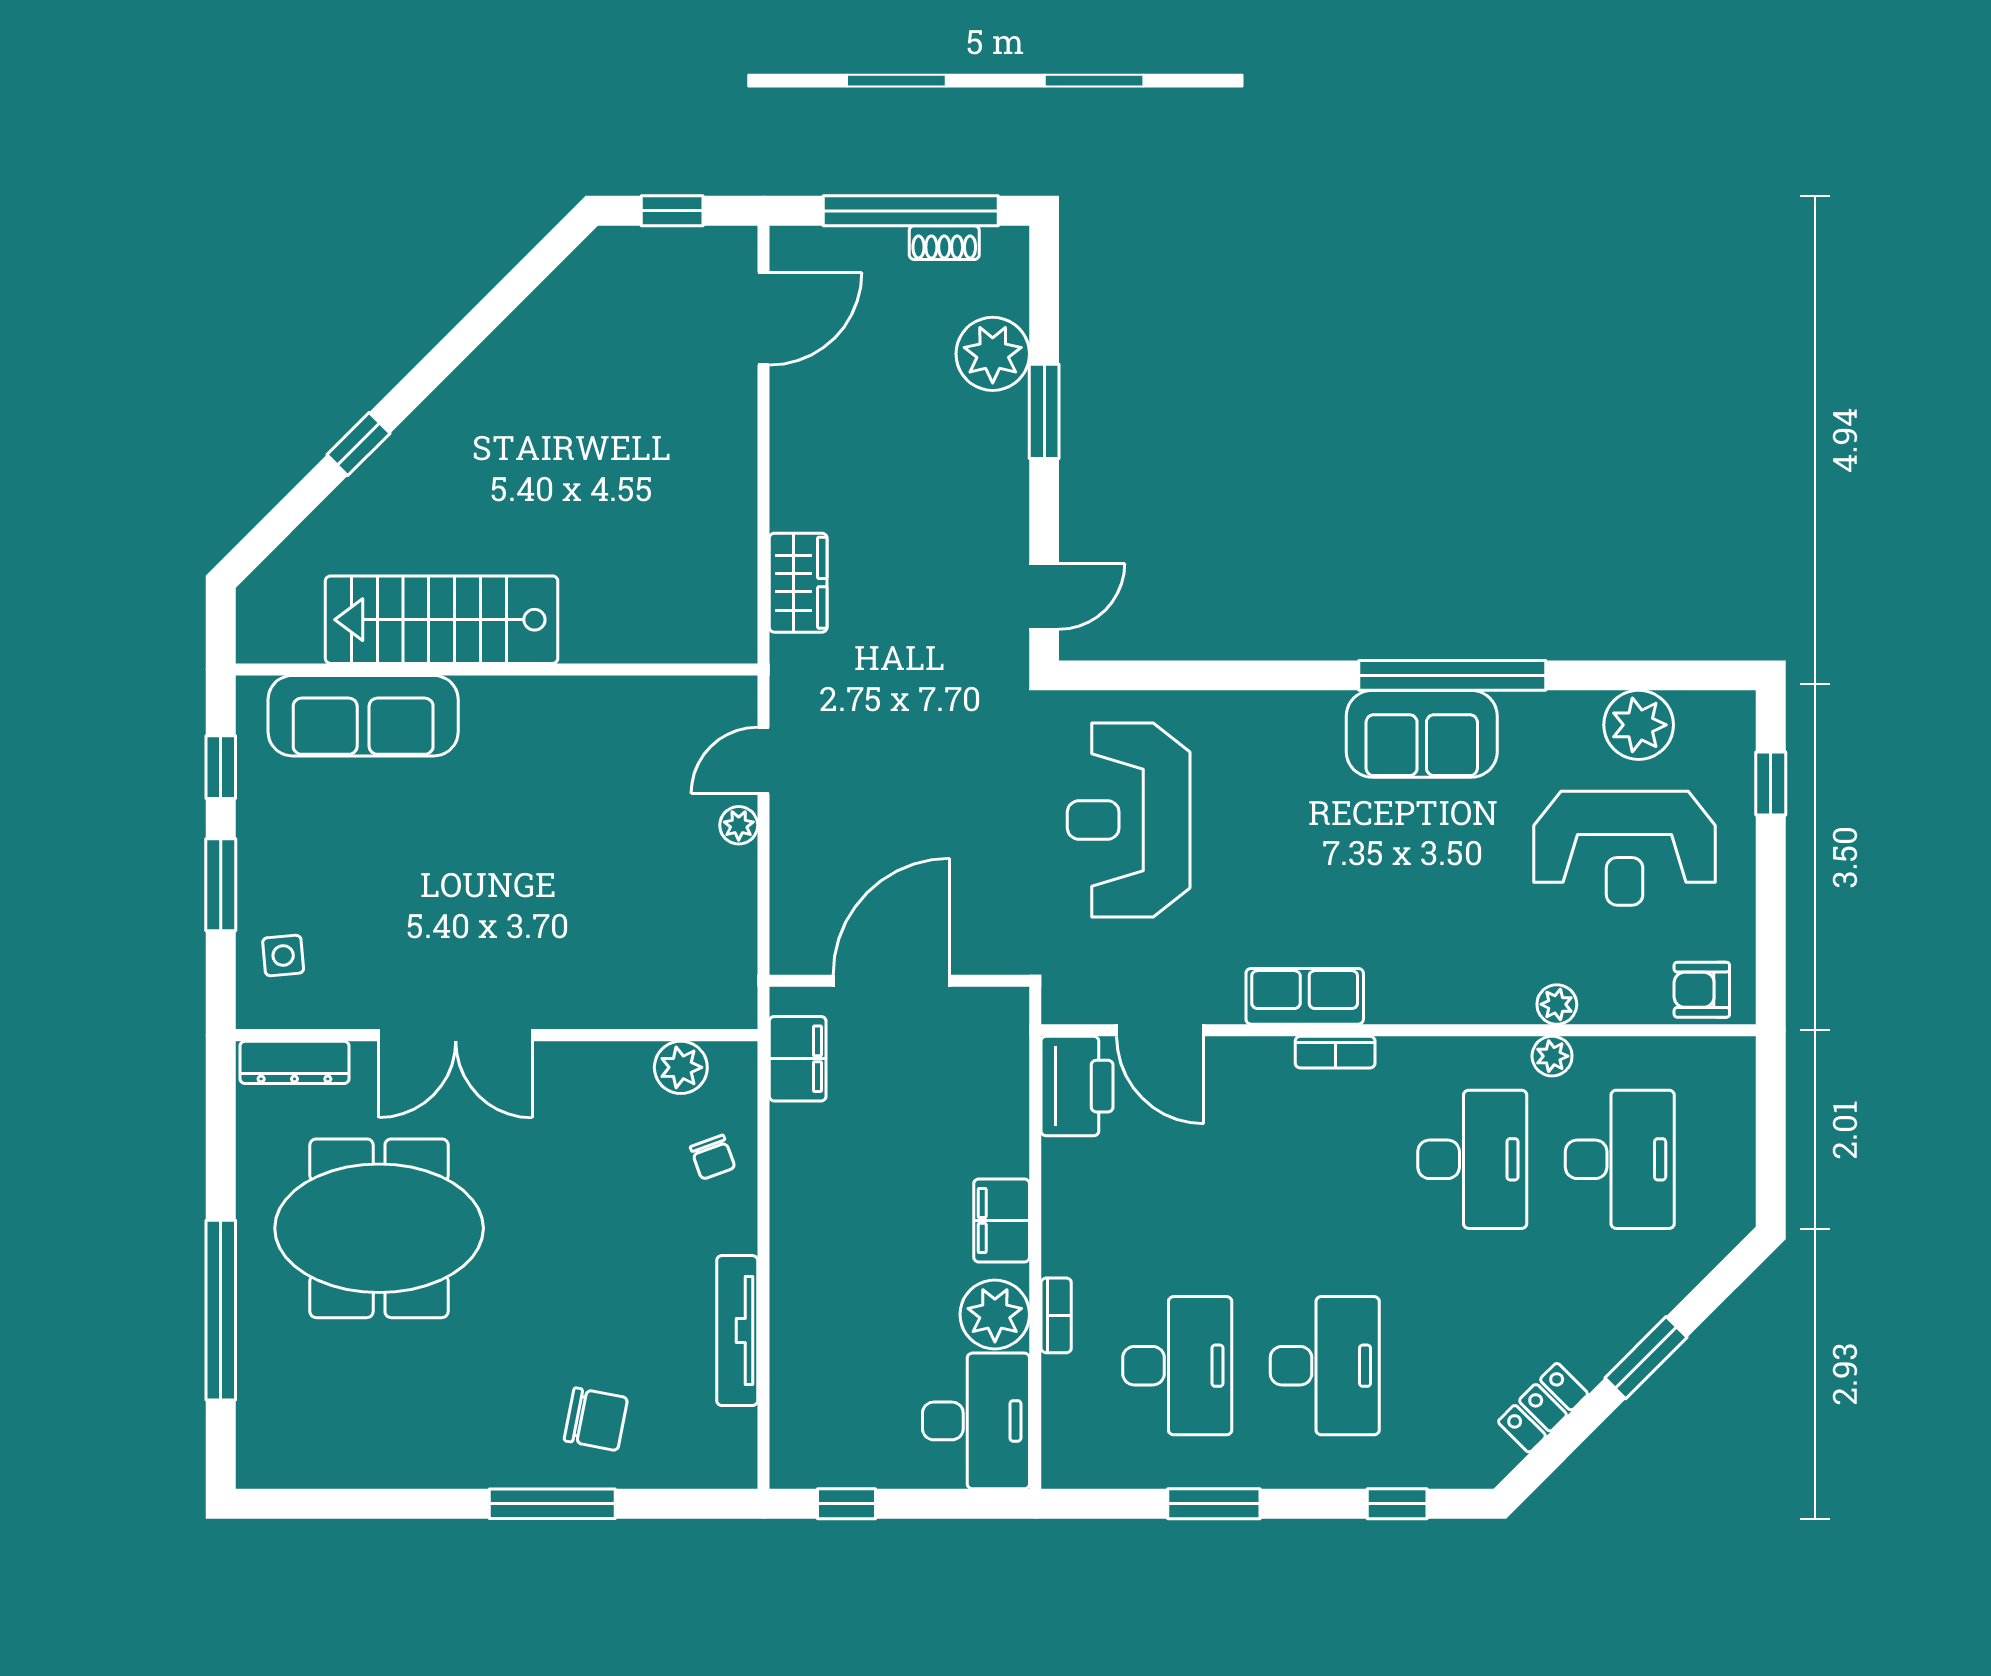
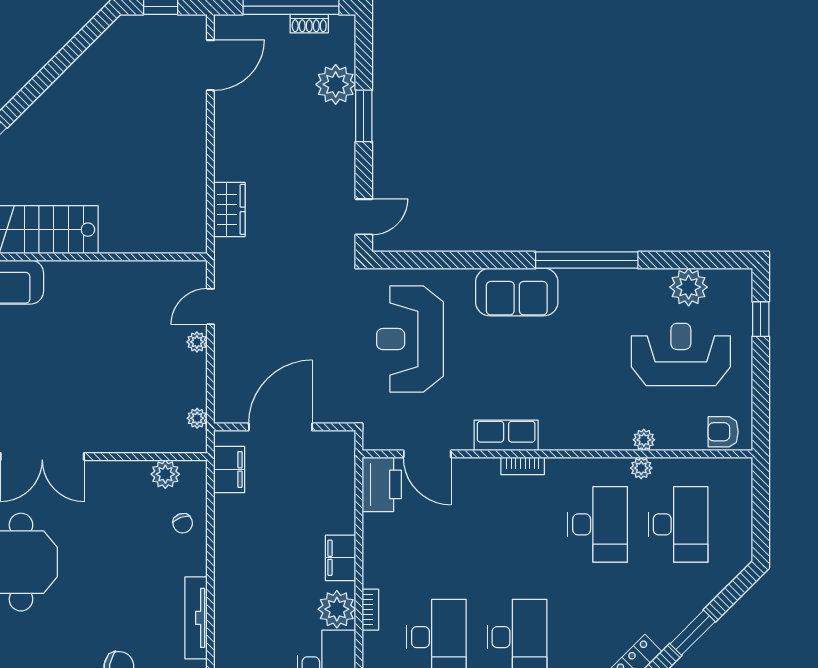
sofa: (1422, 734) -> (517, 292), moved
reception desk: (1625, 848) -> (681, 354), turned 180
plant: (739, 965) -> (197, 418), added

